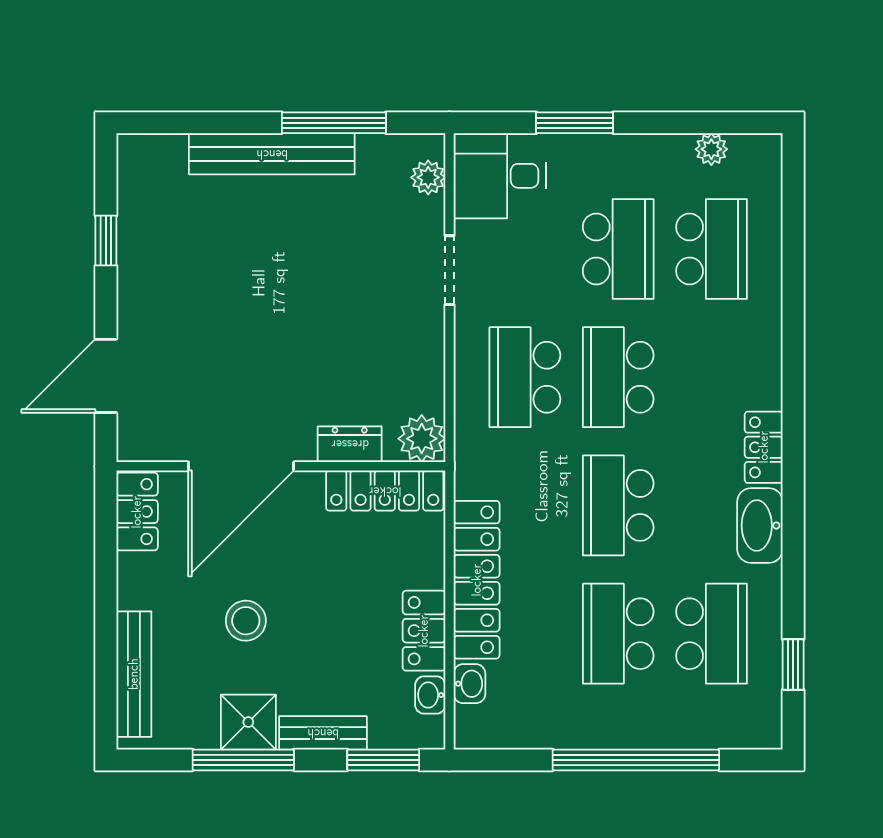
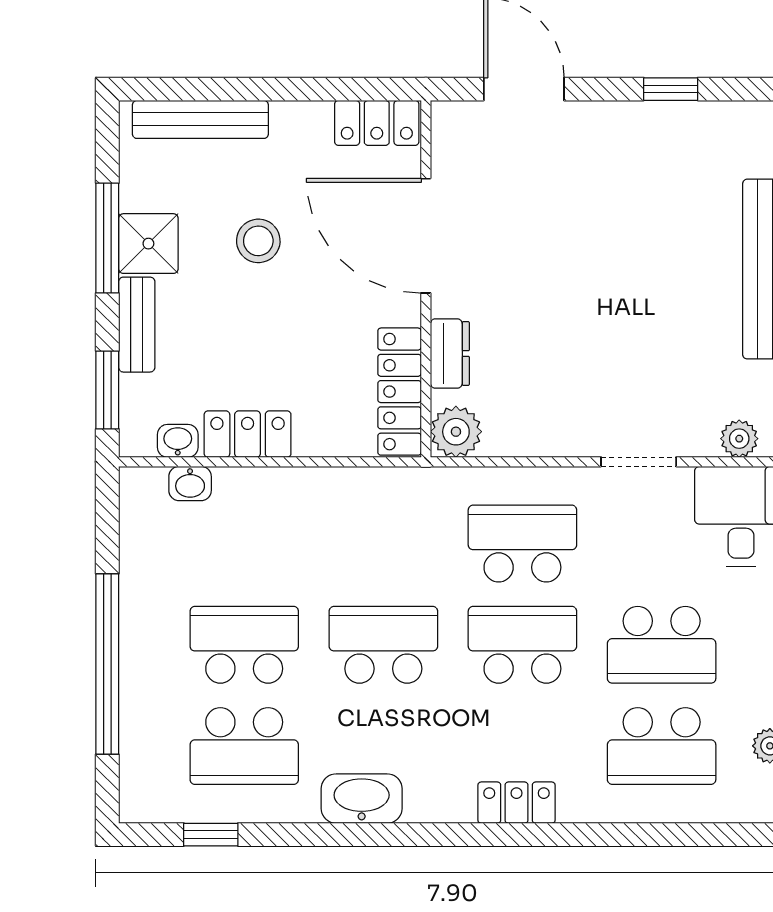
locker: (764, 447) -> (516, 803), moved
locker: (477, 580) -> (303, 491), removed

